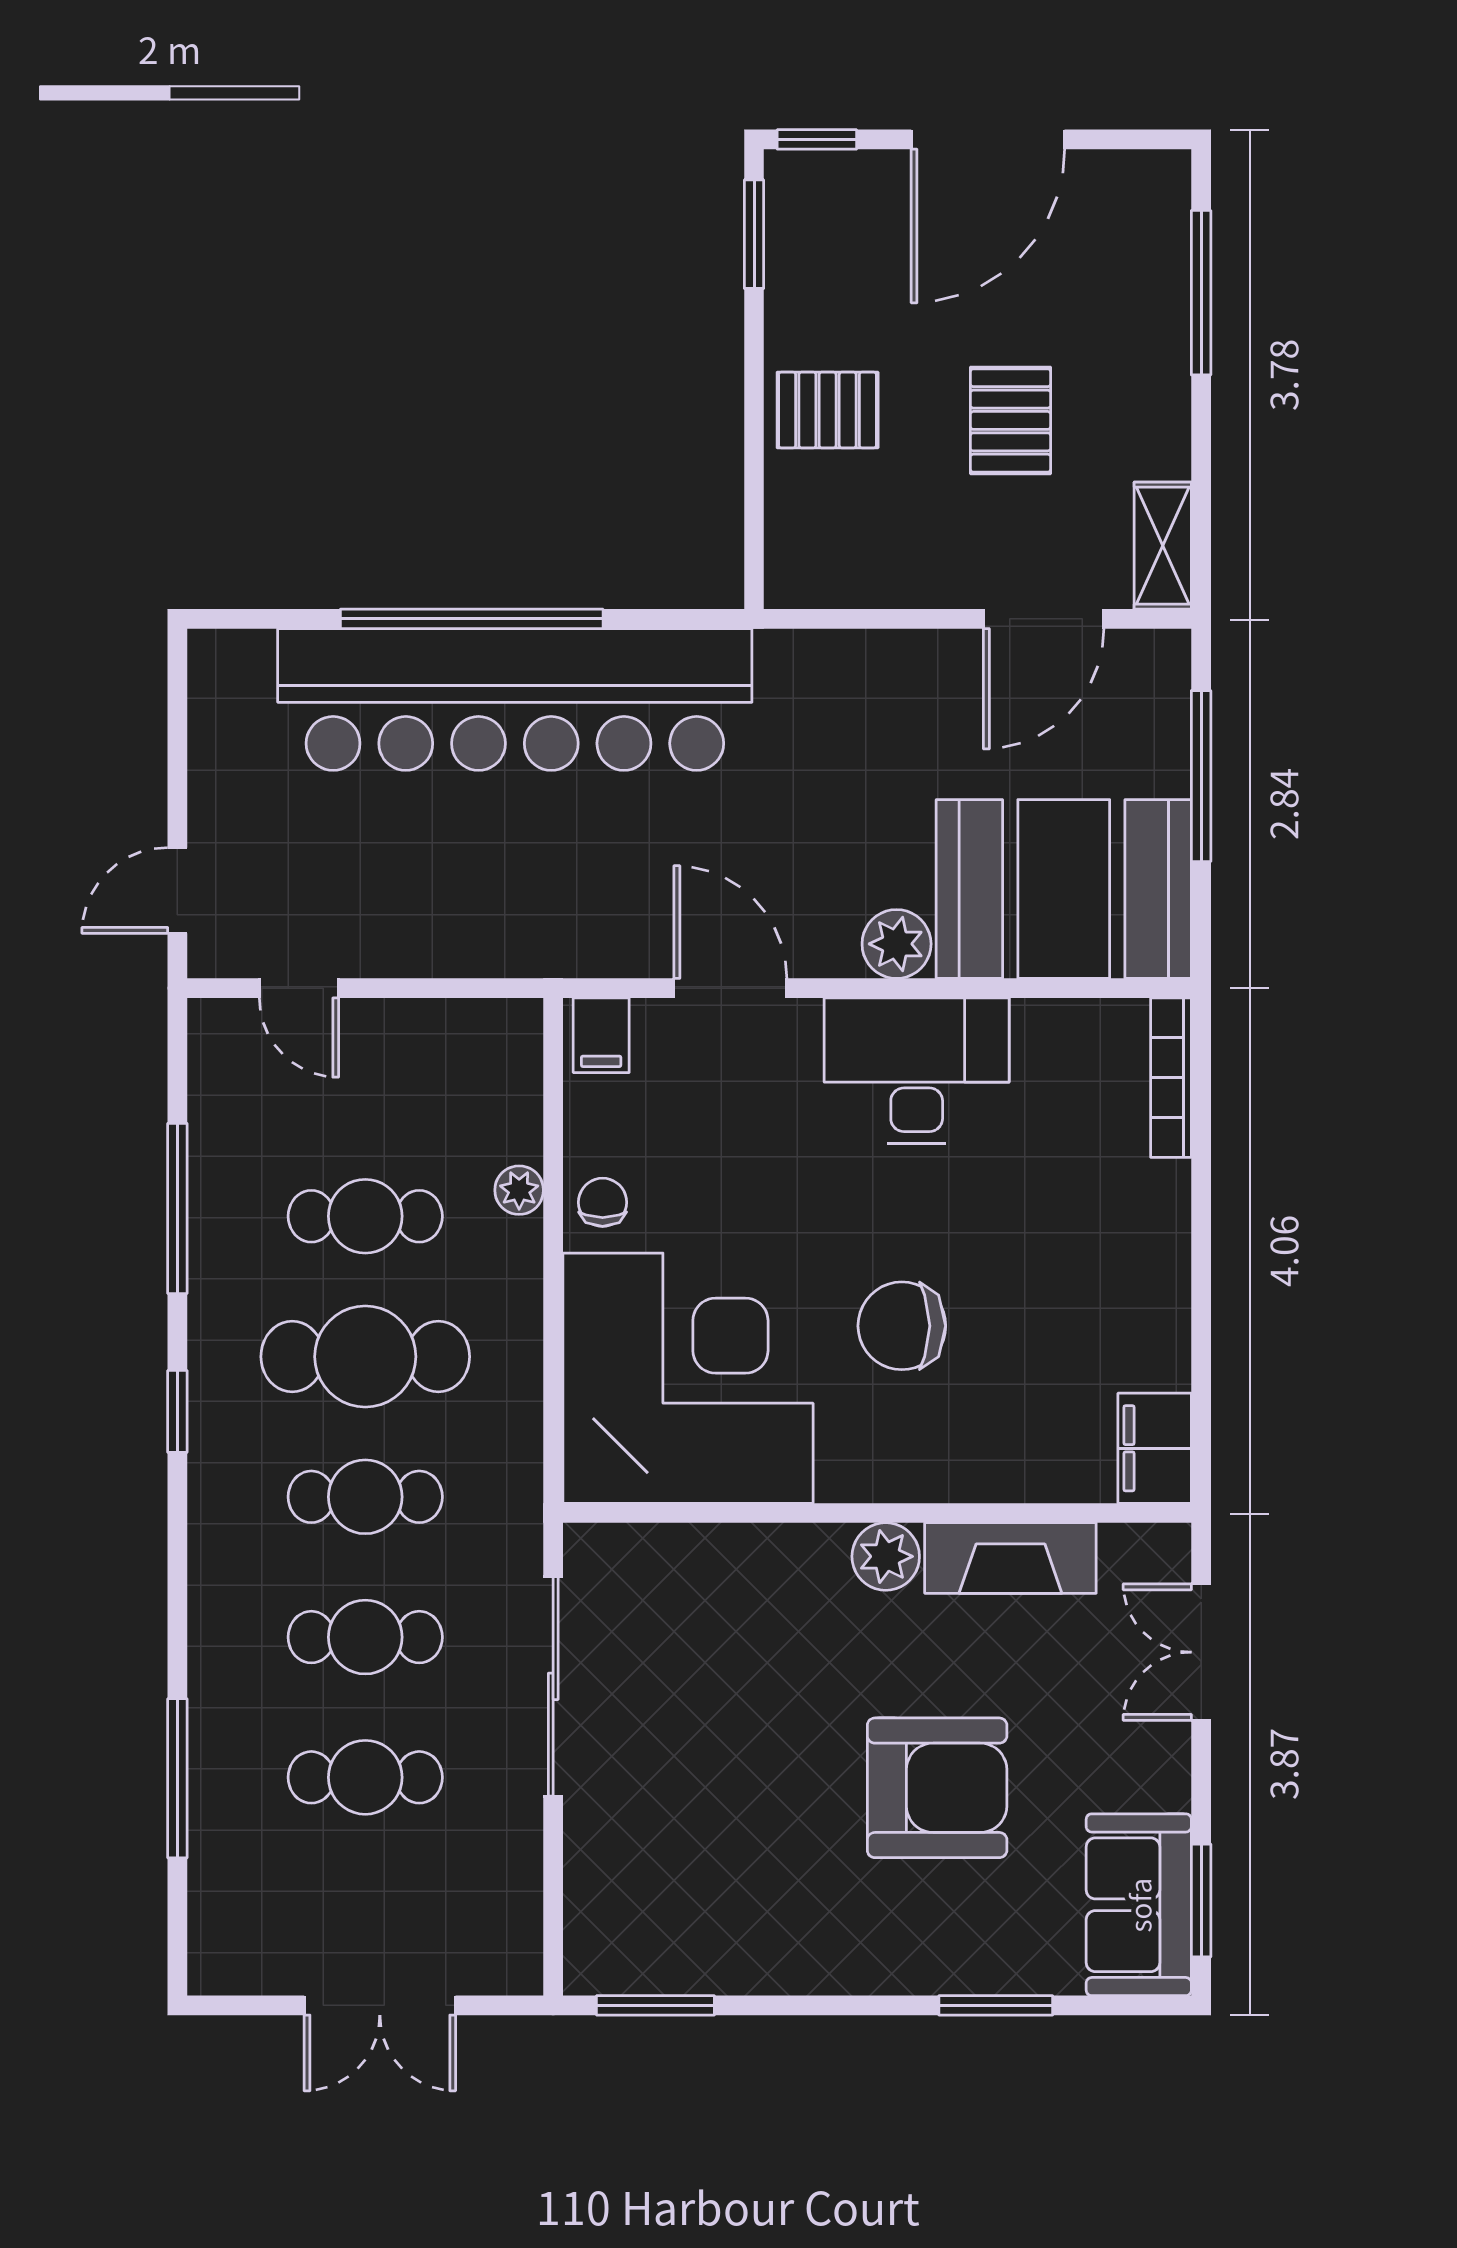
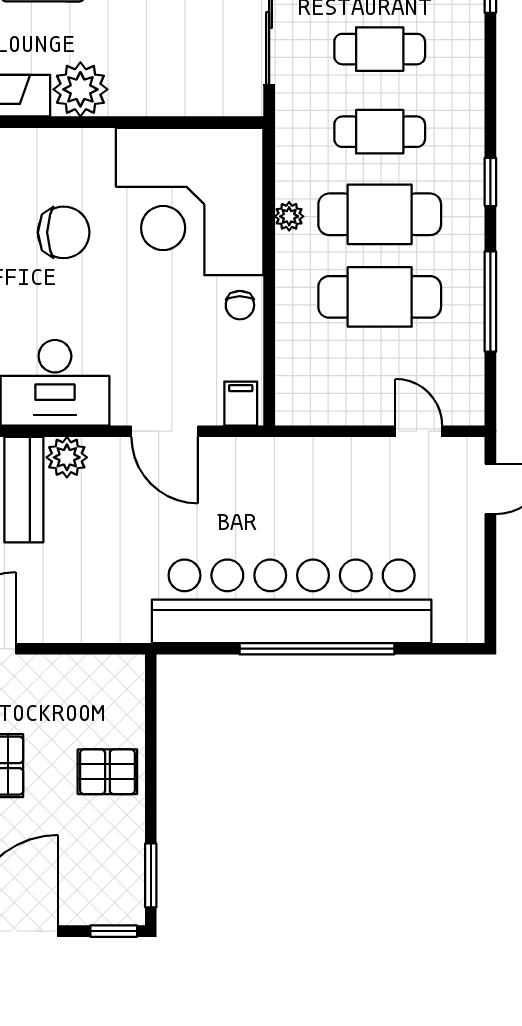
plant: (519, 1190) -> (289, 216), moved
cafe table: (365, 1216) -> (380, 297), width x1.37, depth x1.35
plant: (886, 1556) -> (80, 89), width x1.36, depth x1.36

